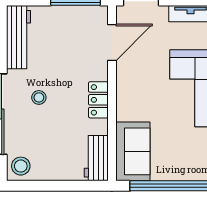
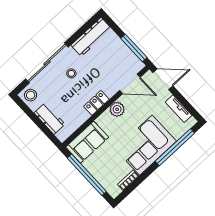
plant: (127, 83) -> (117, 109), added
workbench: (96, 158) -> (50, 119), moved, turned 90

